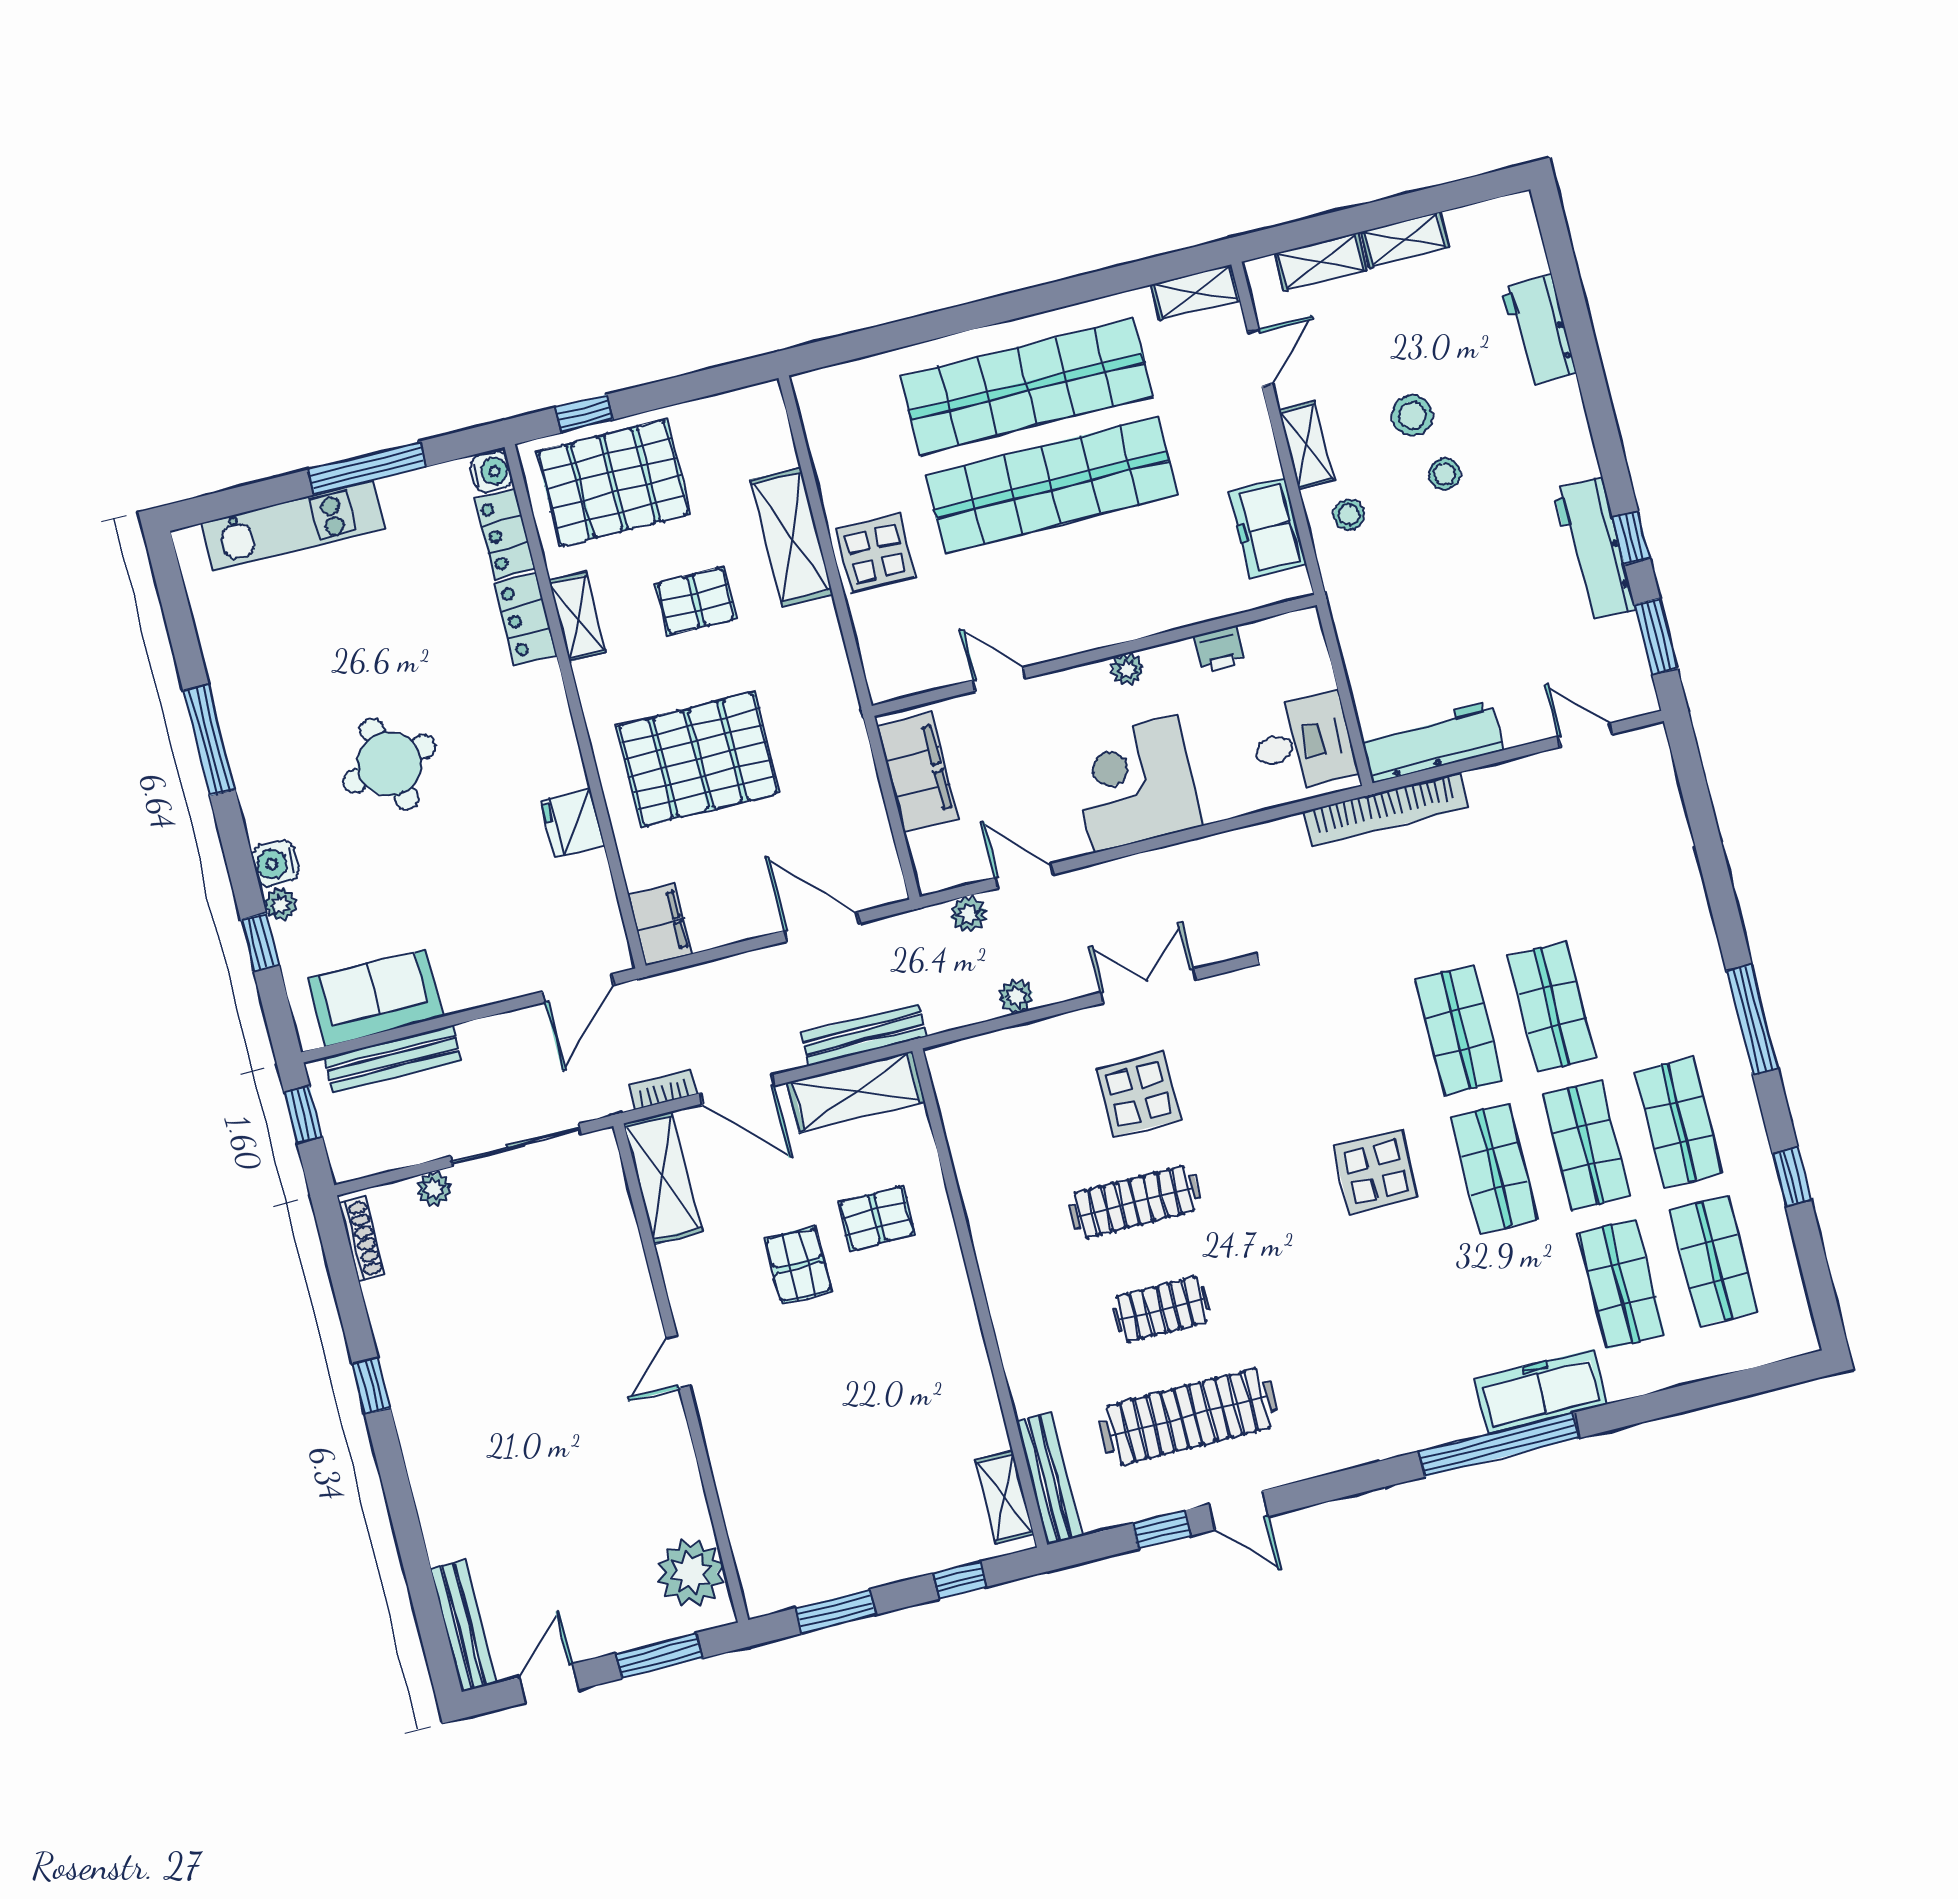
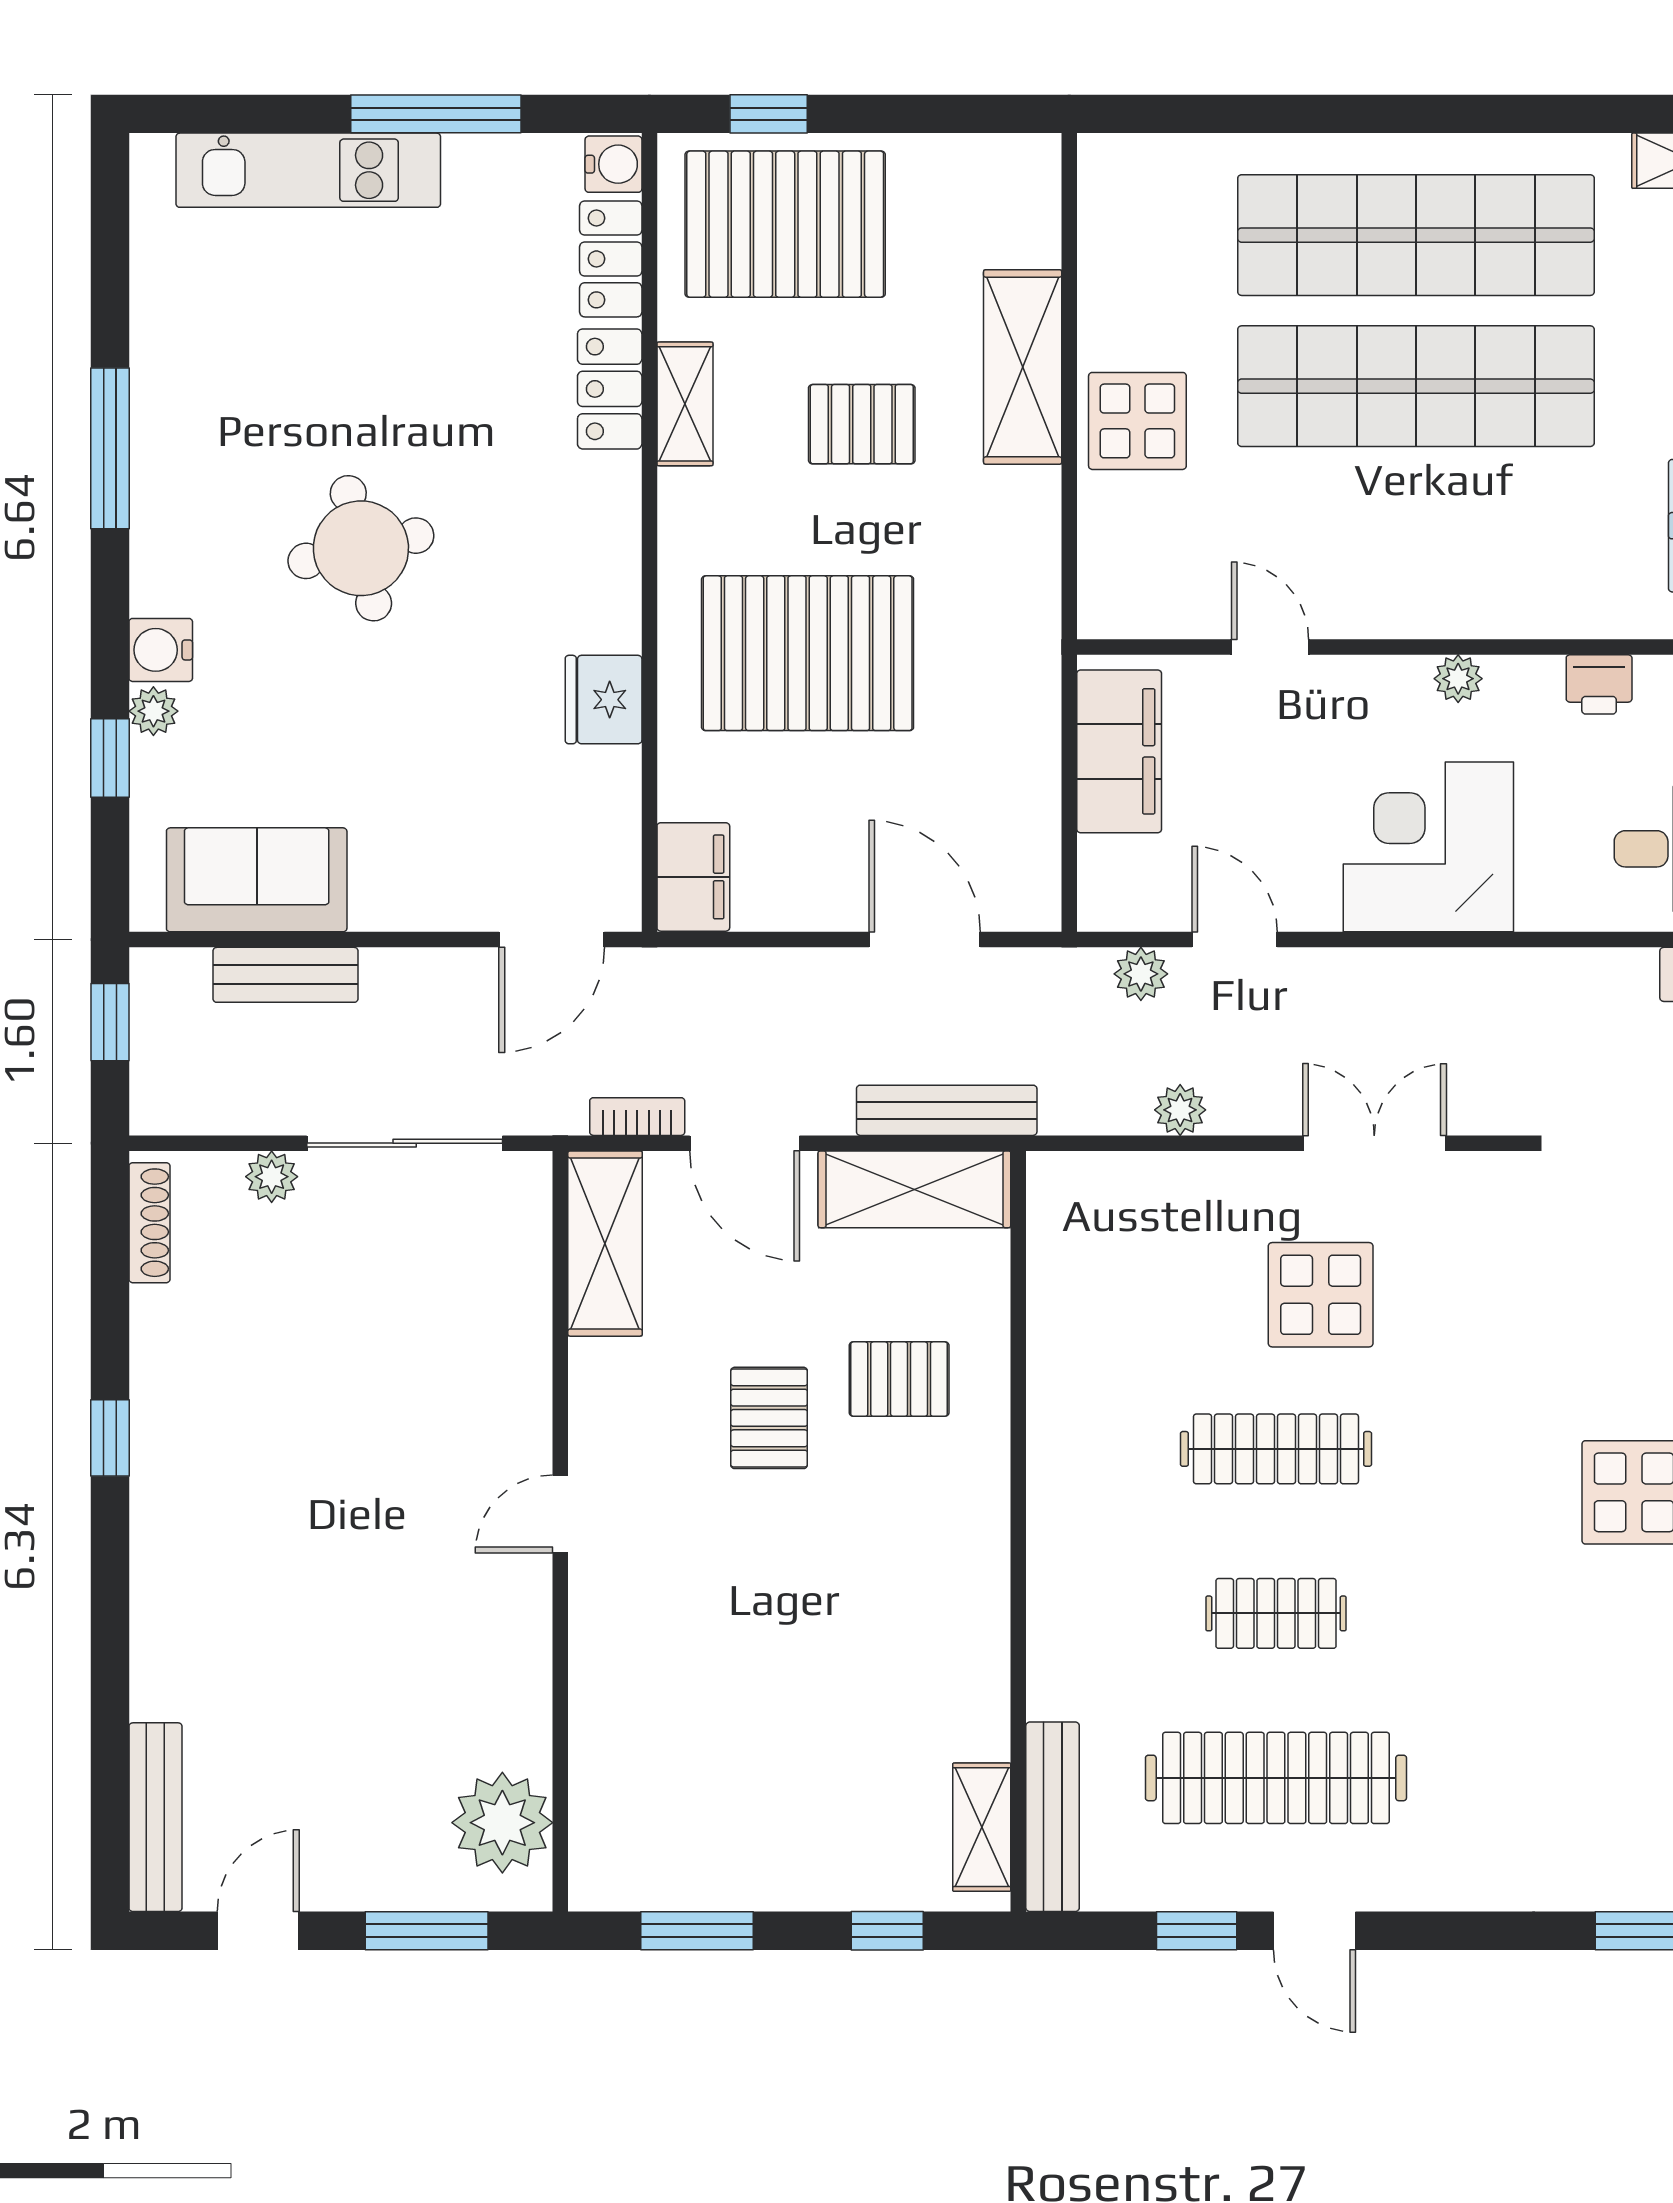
bench: (393, 1059) -> (285, 975), width x0.73

